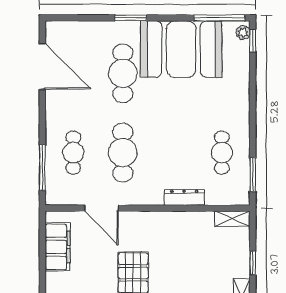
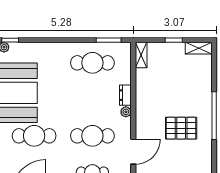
cafe table: (222, 153) -> (92, 63), width x1.37, depth x1.35
dresser: (184, 197) -> (125, 95), width x0.70
plant: (155, 198) -> (126, 112), added

